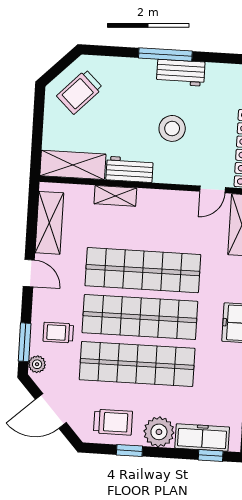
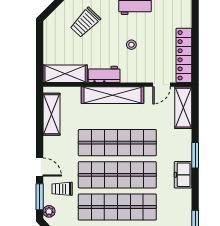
trolley: (80, 92) -> (85, 23), moved
stool: (172, 128) -> (131, 45), width x0.53, depth x0.53
shelving: (115, 196) -> (112, 95), width x2.20, depth x1.33
door: (29, 273) -> (40, 167), moved

